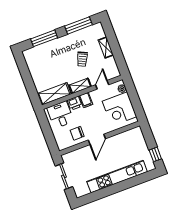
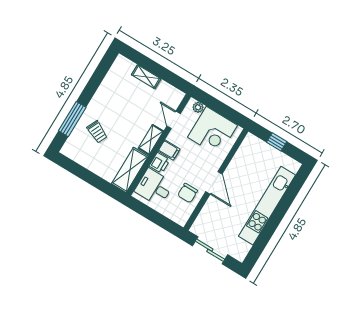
window: (79, 25) -> (98, 76), removed
trolley: (82, 59) -> (97, 132), moved
window: (155, 154) -> (277, 142), moved

